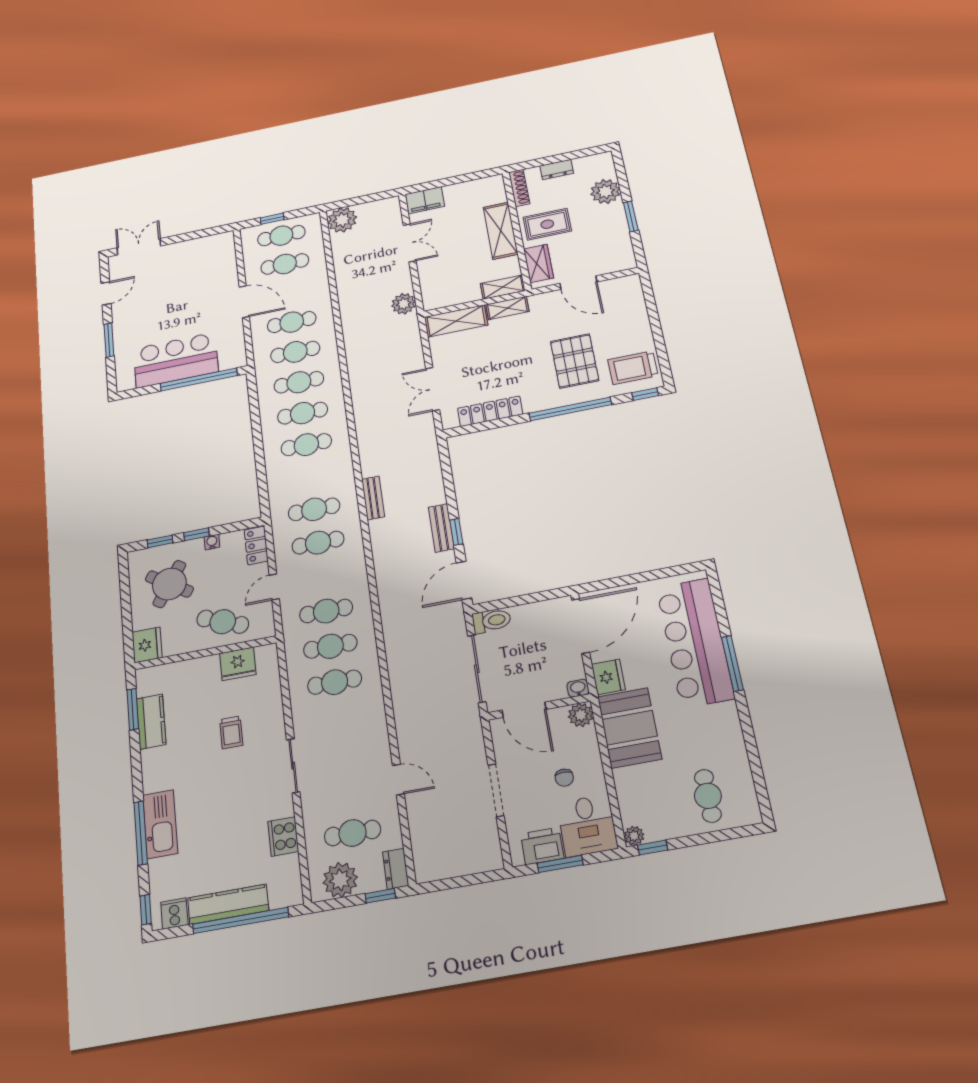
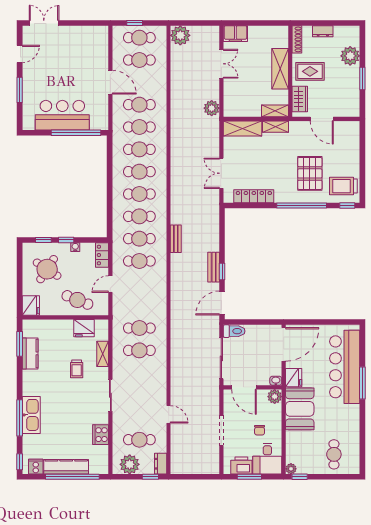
cafe table: (326, 611) -> (139, 216), moved
shelving: (273, 700) -> (103, 354), added

